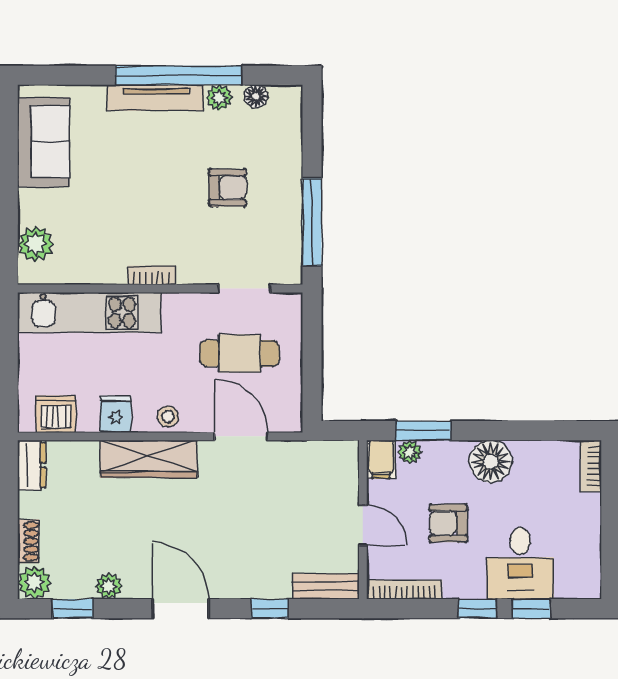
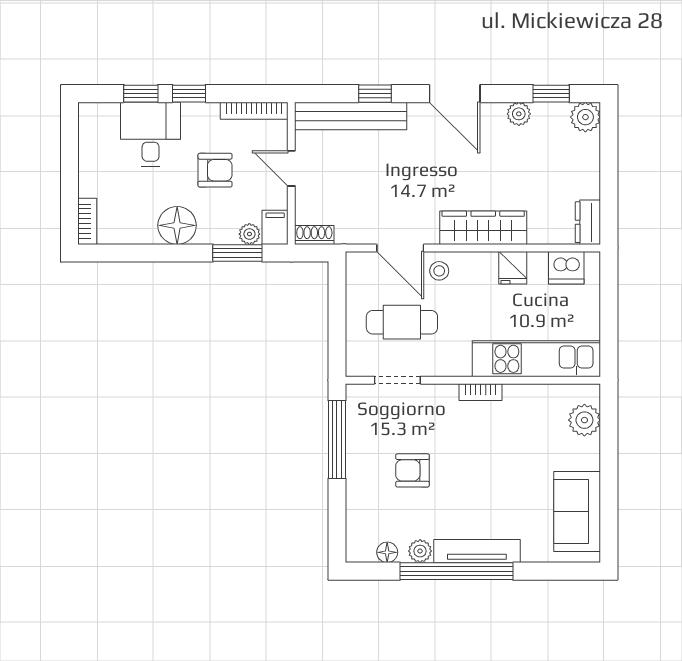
stool: (168, 416) -> (439, 271), moved
shoe rack: (28, 541) -> (314, 235), moved, turned 90
bench: (326, 586) -> (351, 116), width x1.86, depth x1.21

